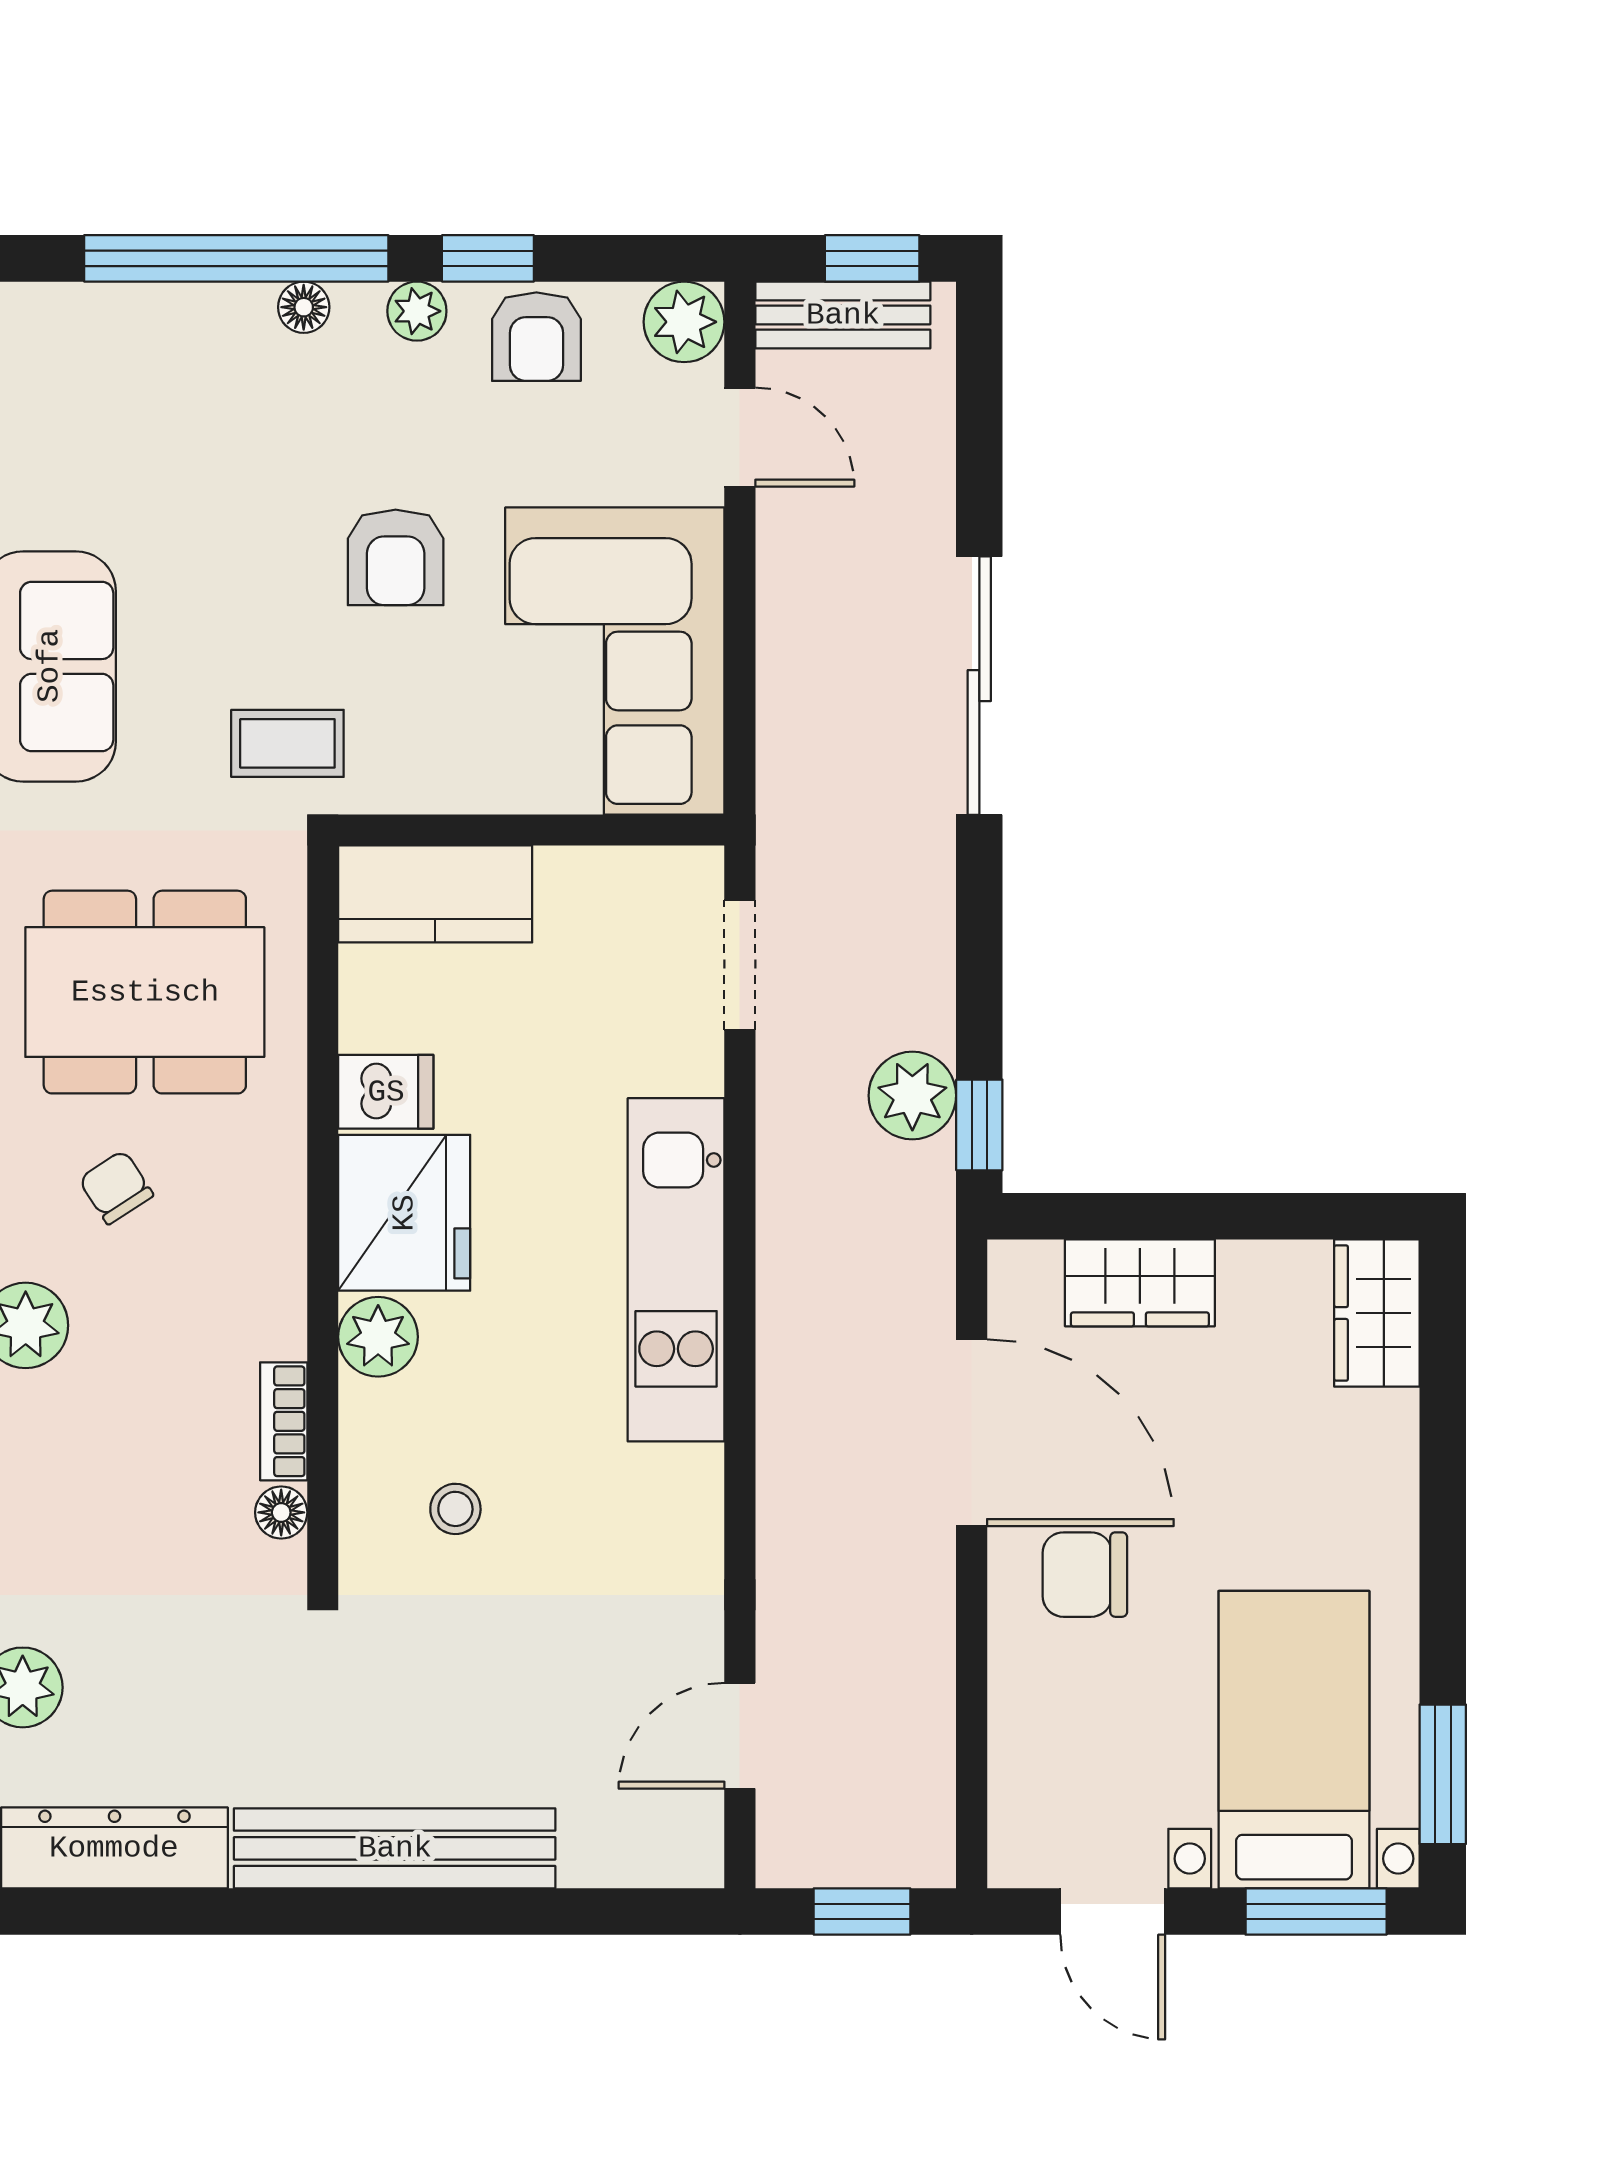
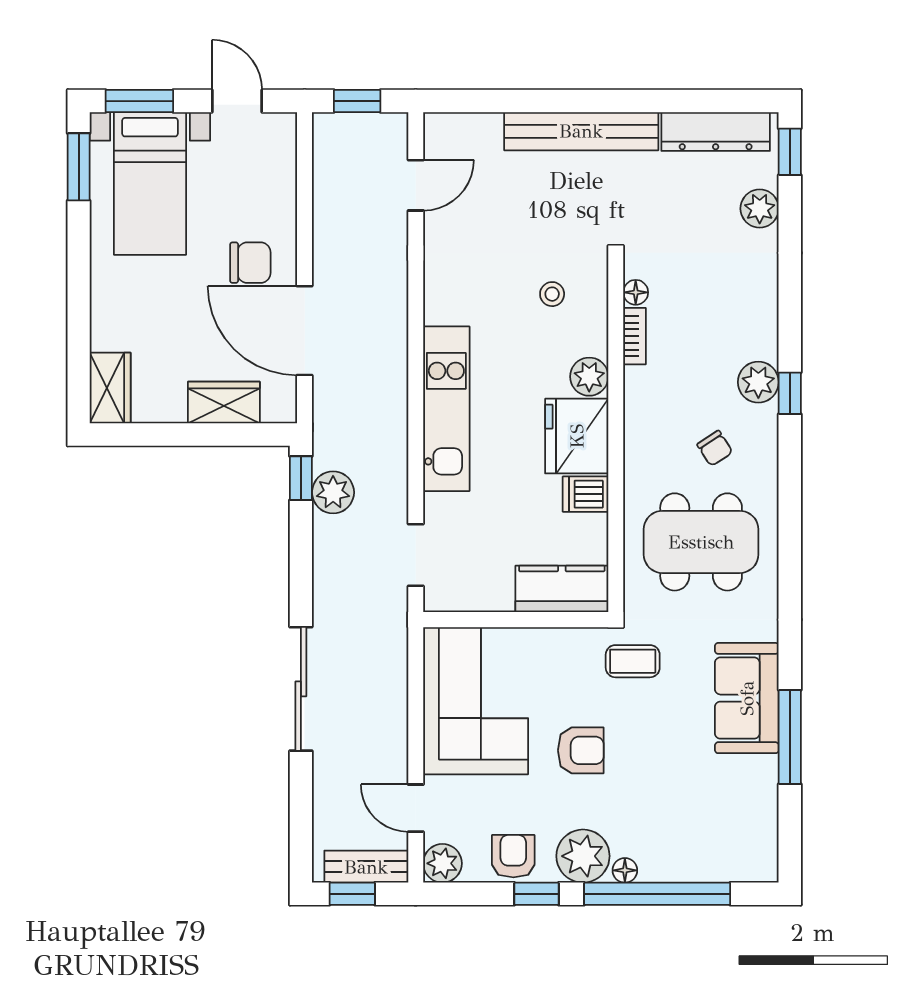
plant: (417, 311) -> (583, 856), width x1.88, depth x1.88
armchair: (396, 557) -> (581, 750), turned 90

